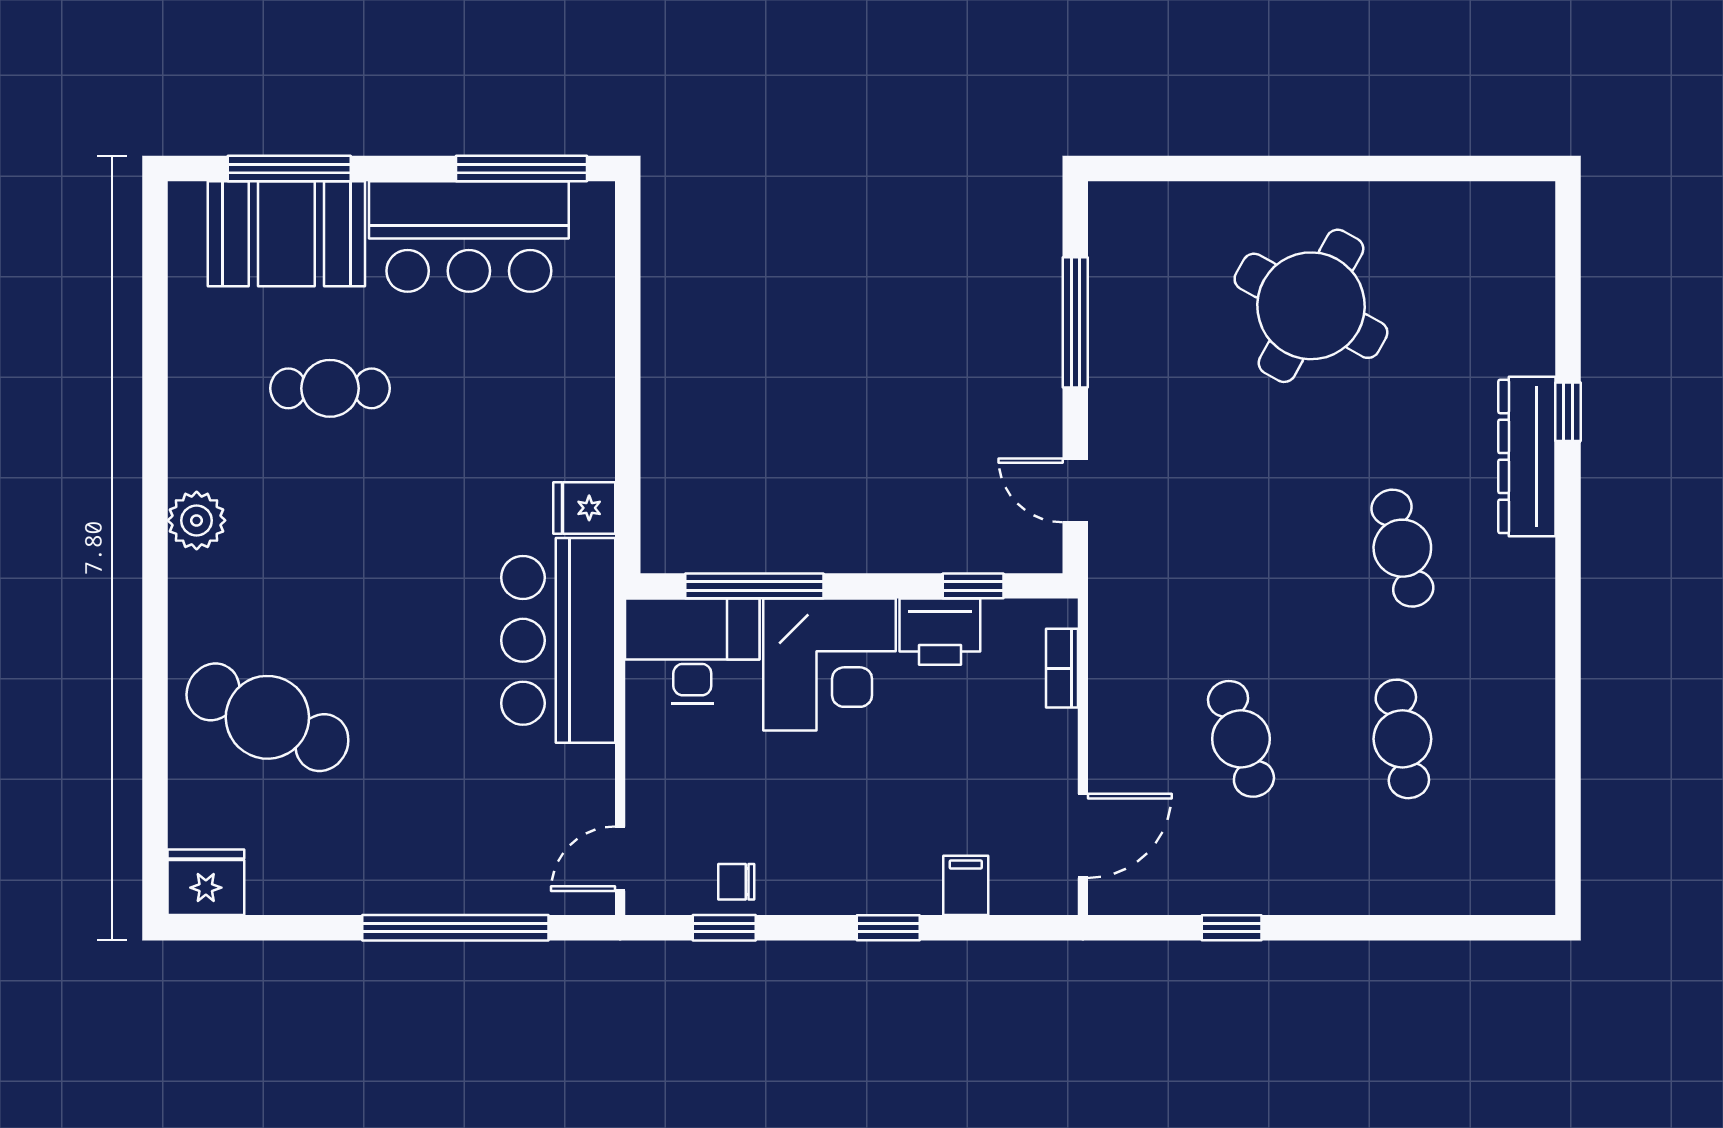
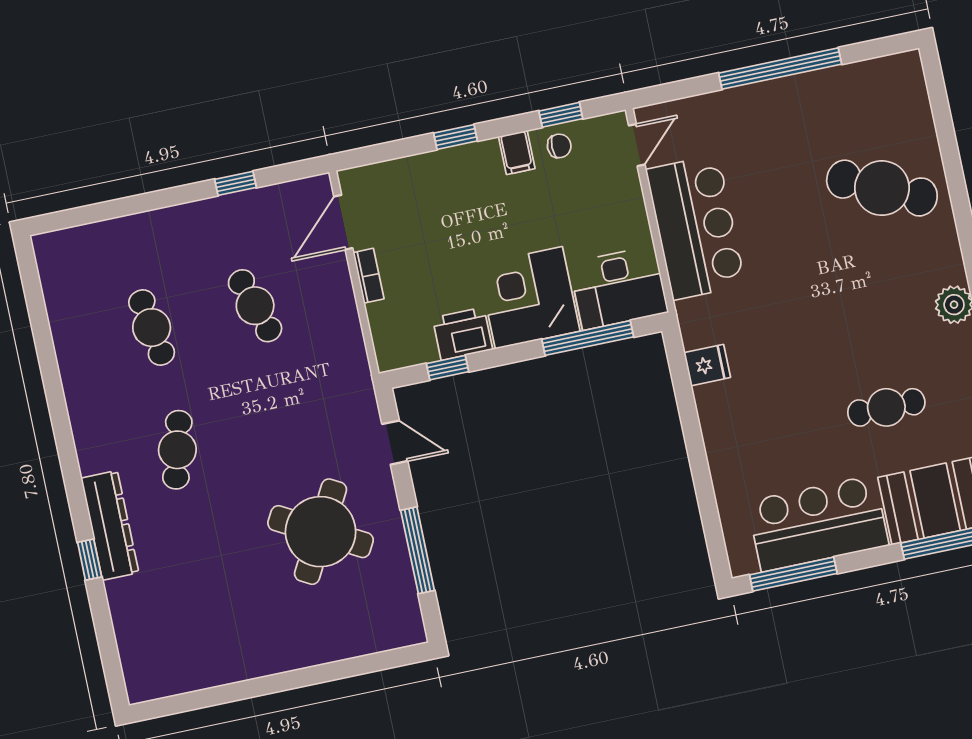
round table: (1311, 306) -> (321, 532), moved
cafe table: (1402, 548) -> (177, 450), turned 30
bar counter: (558, 640) -> (696, 227), moved
bookcase: (1062, 668) -> (369, 276), moved
fridge: (206, 882) -> (899, 74), removed
filing cabinet: (966, 885) -> (517, 152), moved
window: (455, 928) -> (780, 69), moved

